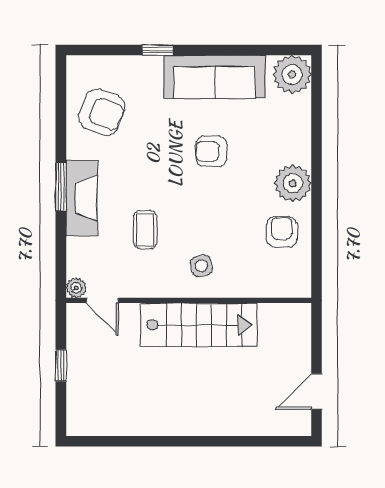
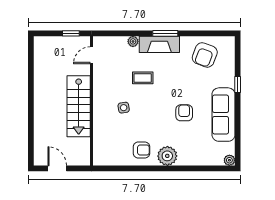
plant: (292, 75) -> (229, 160), width x0.53, depth x0.53
plant: (76, 288) -> (133, 41), moved
door: (102, 300) -> (92, 55), moved
wall: (189, 300) -> (92, 101), moved
stairs: (199, 325) -> (79, 106), moved

